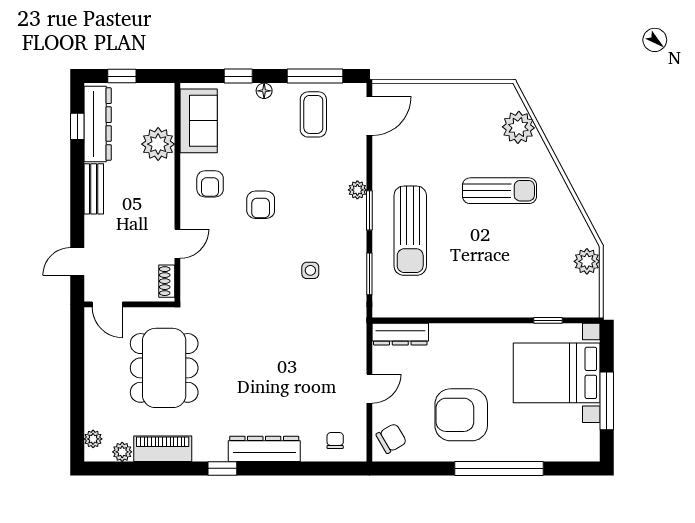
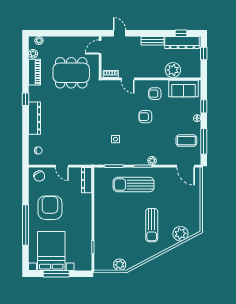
bed with nightstands: (557, 373) -> (51, 251), moved

